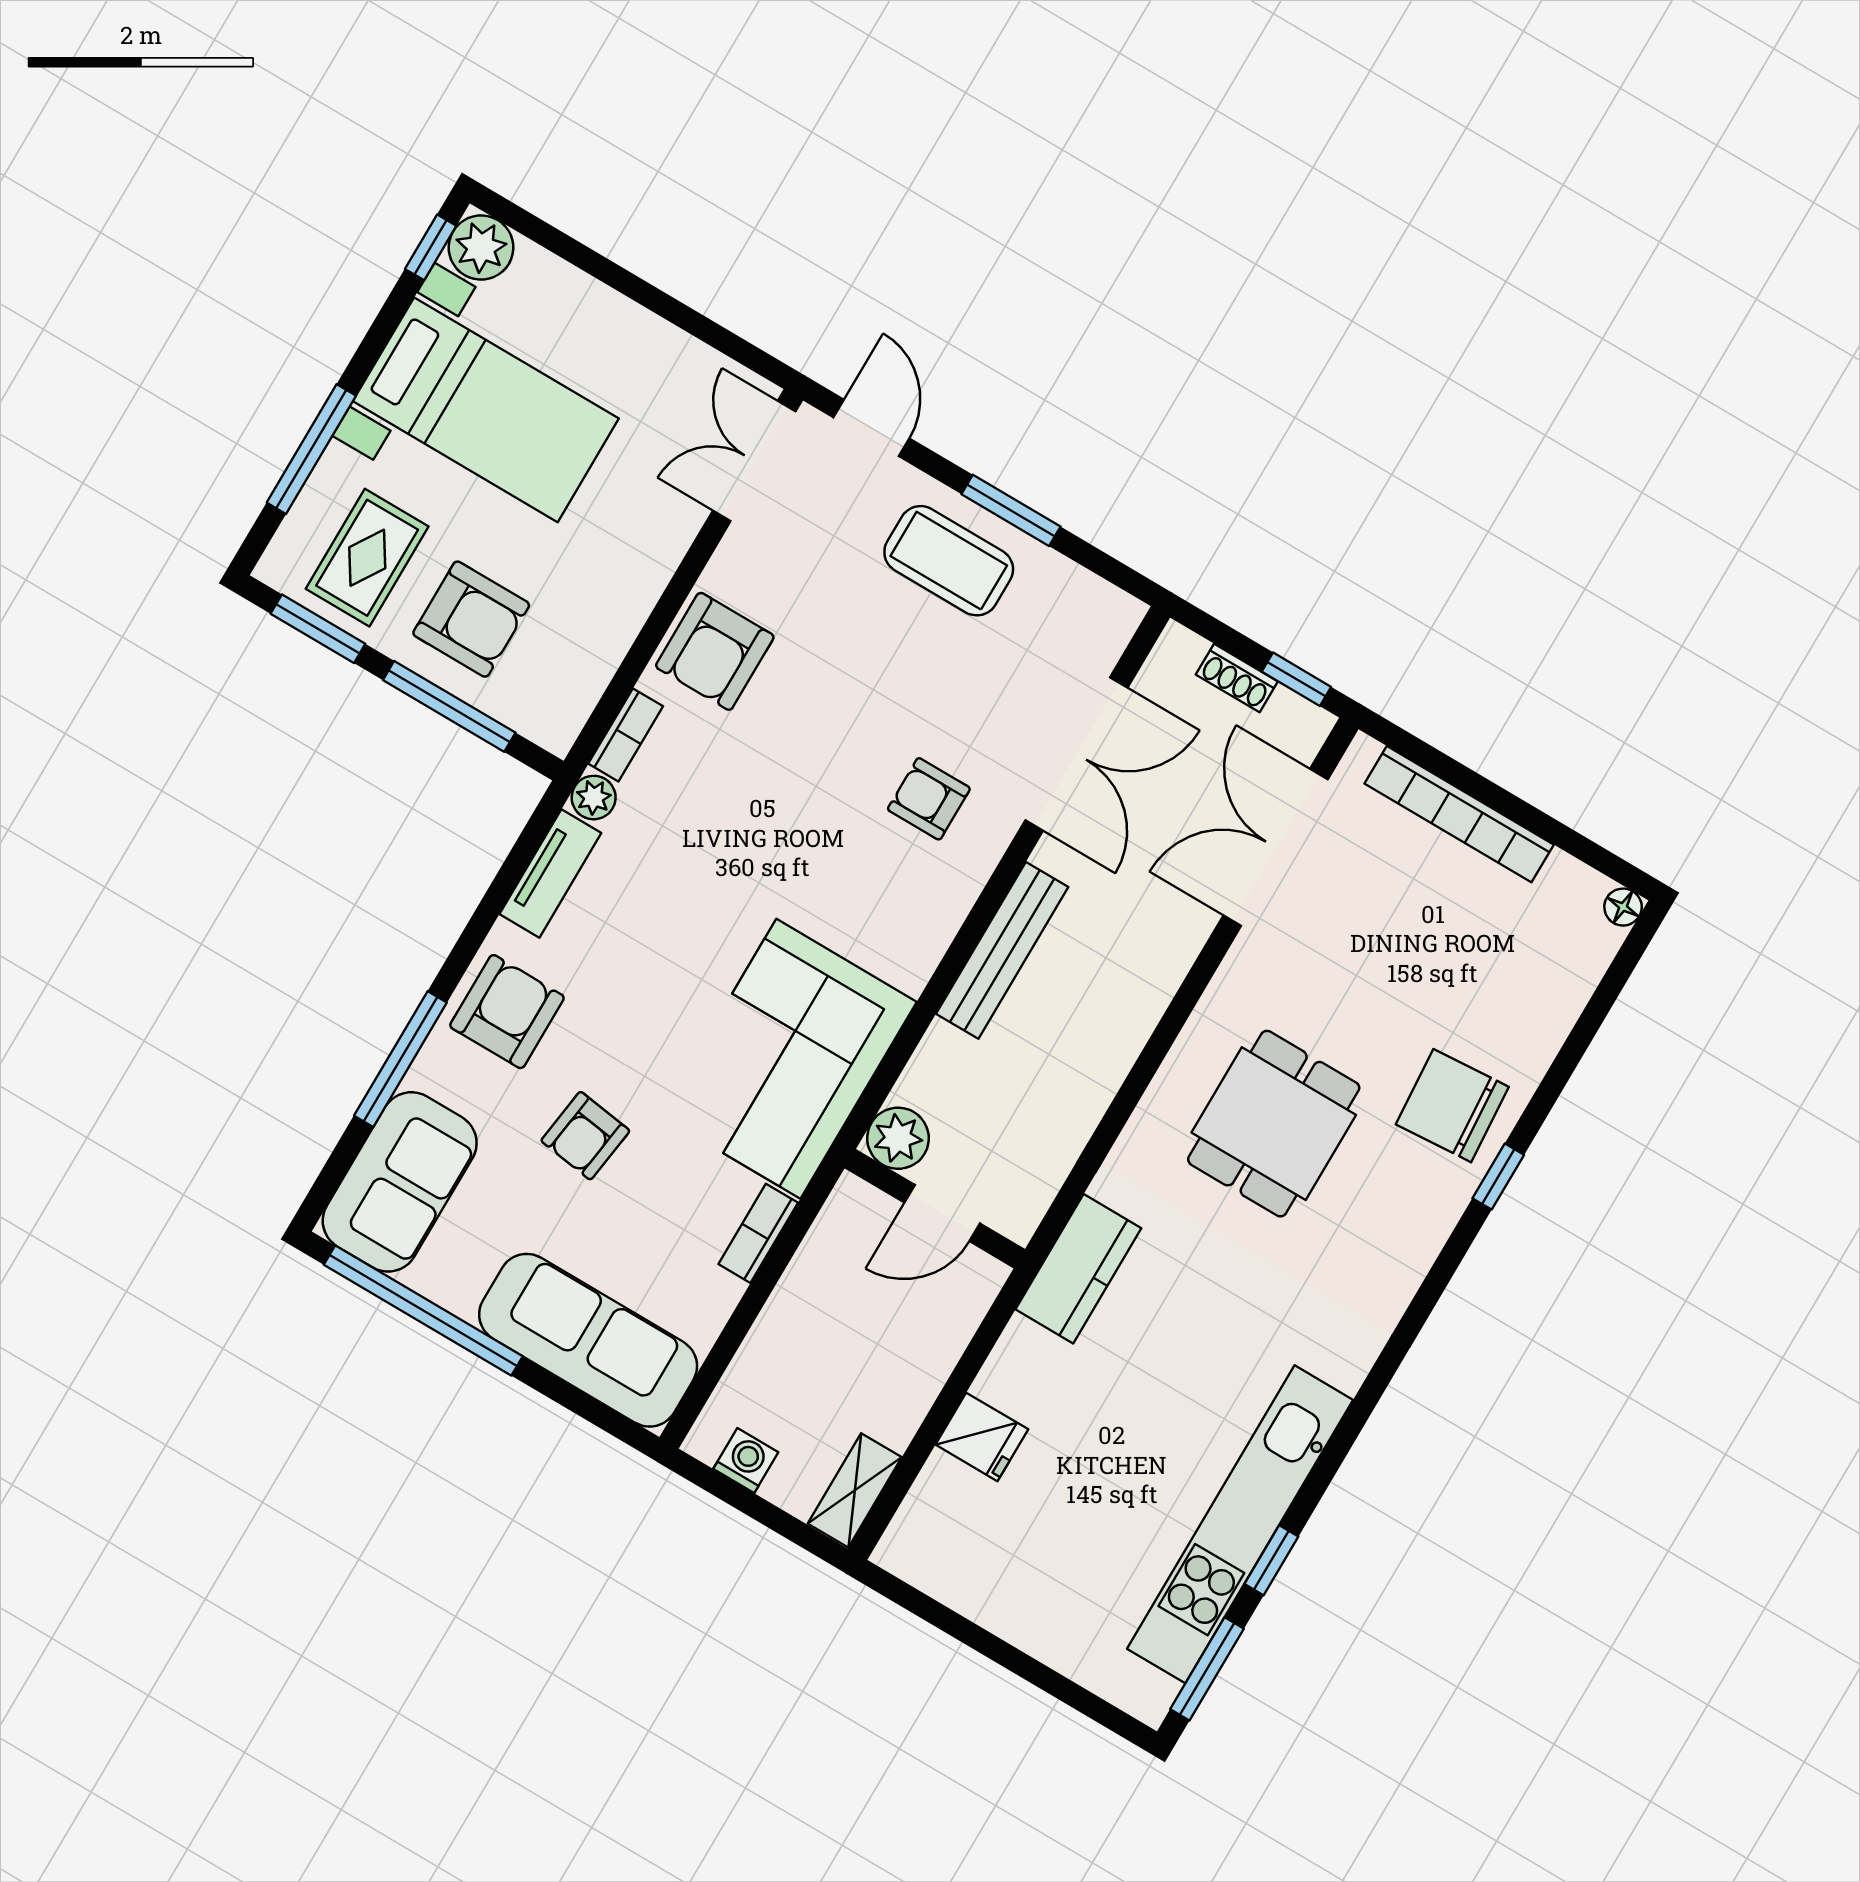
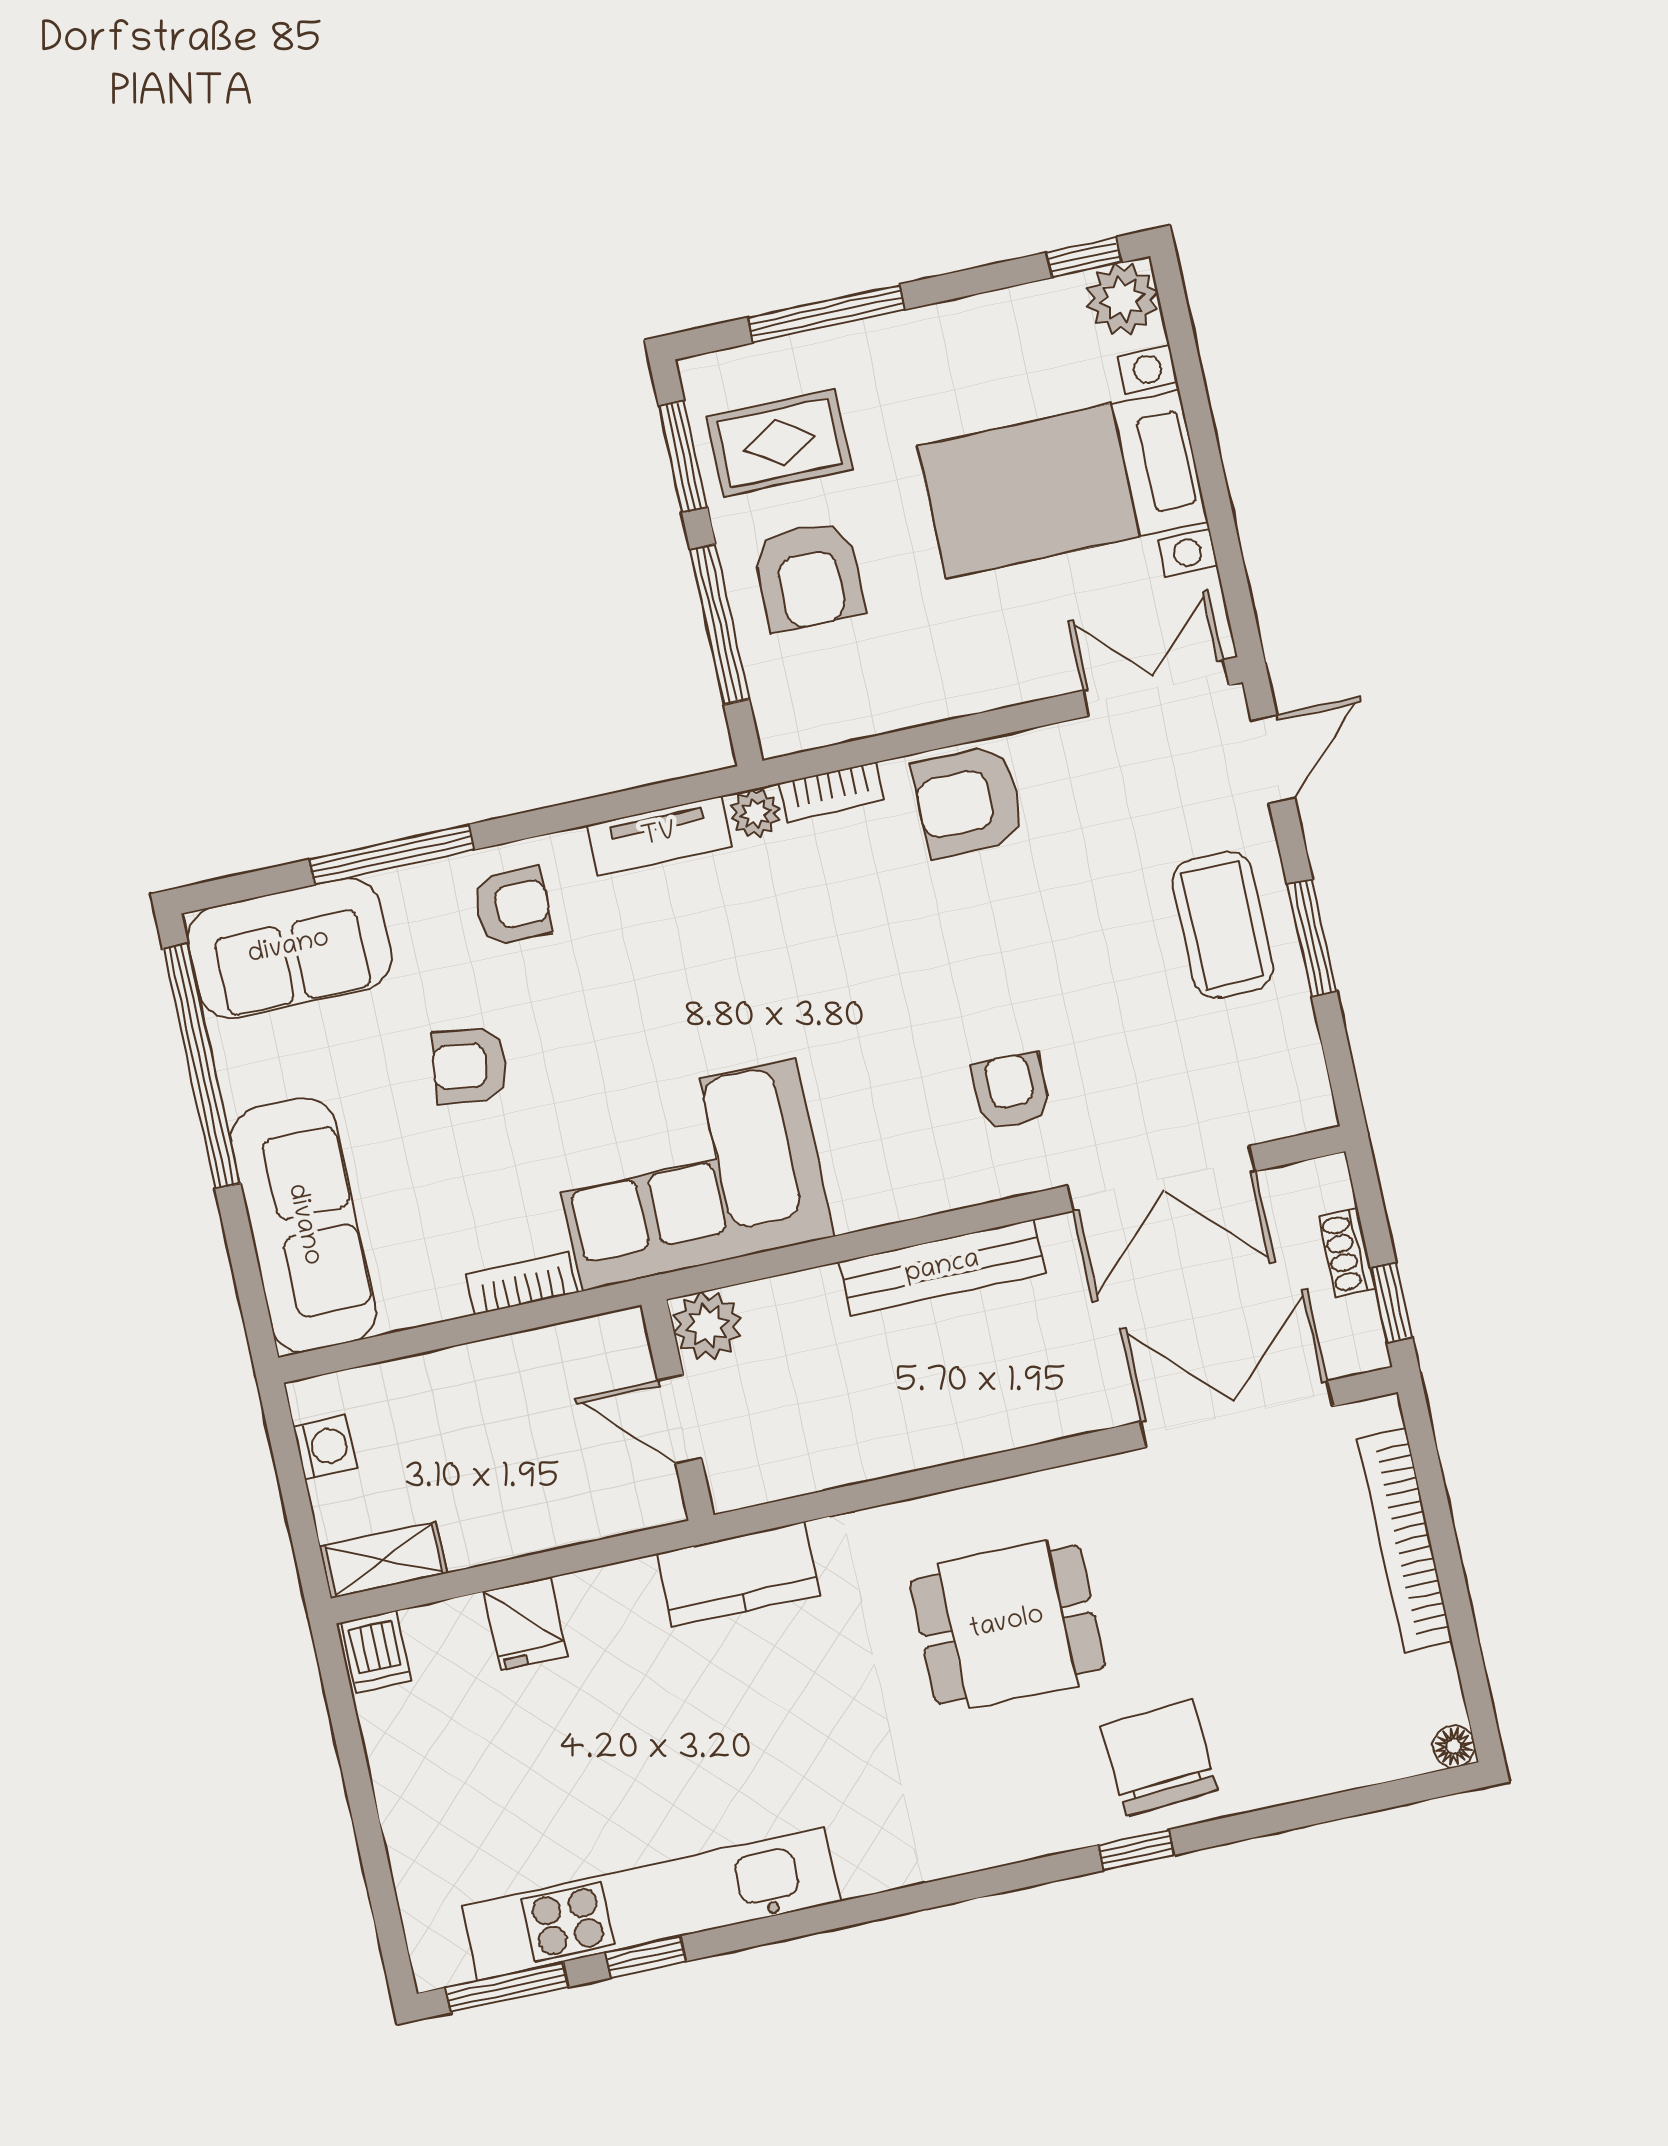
bed with nightstands: (486, 410) -> (1063, 484), moved, turned 90
armchair: (507, 1012) -> (512, 906), width x0.72, depth x0.72
dishwasher: (910, 1551) -> (376, 1652), added

